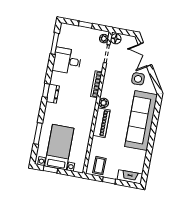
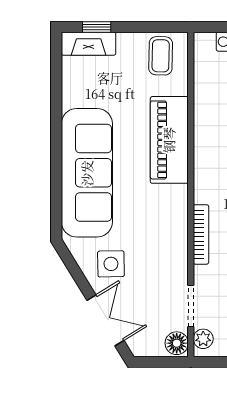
plant: (104, 103) -> (177, 196), removed
piano: (101, 123) -> (169, 140), width x1.37, depth x1.33
window: (109, 180) -> (97, 27), moved

